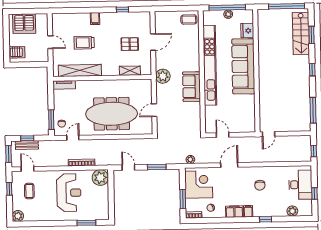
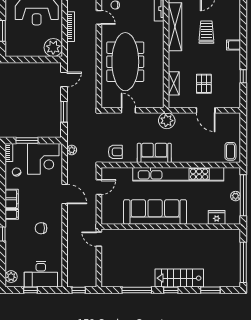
stairs: (301, 33) -> (179, 278), moved
sofa: (243, 66) -> (155, 212), moved
window: (313, 110) -> (137, 290), moved
armchair: (191, 121) -> (115, 152), added
plant: (292, 211) -> (11, 277), moved

